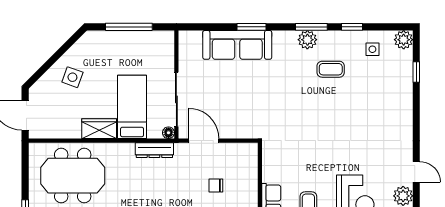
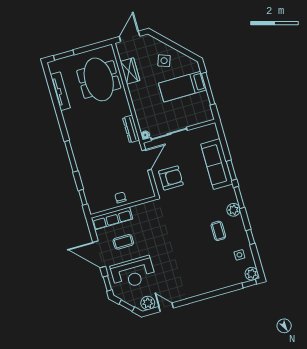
window: (311, 27) -> (239, 197), moved
window: (416, 72) -> (249, 284), moved
bed: (132, 107) -> (182, 87), moved, turned 180
armchair: (238, 114) -> (171, 178), added
wardrobe: (99, 129) -> (130, 71), moved
door: (416, 172) -> (166, 307), swing flipped
chair: (216, 186) -> (120, 197), moved

